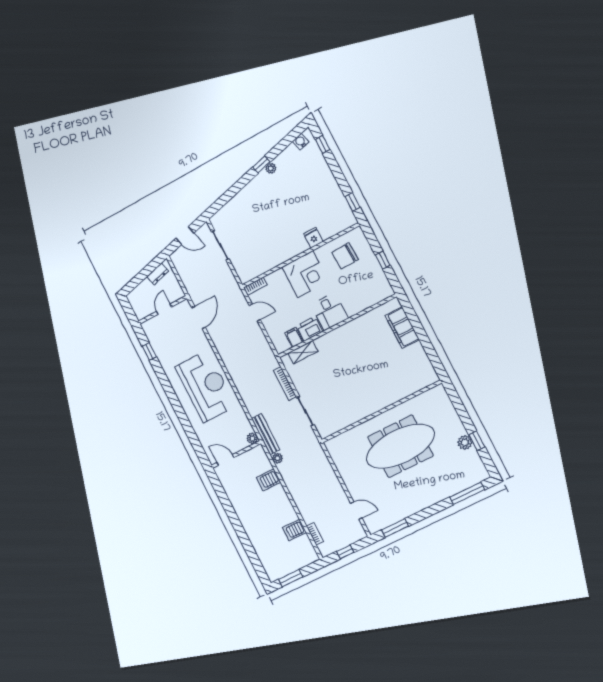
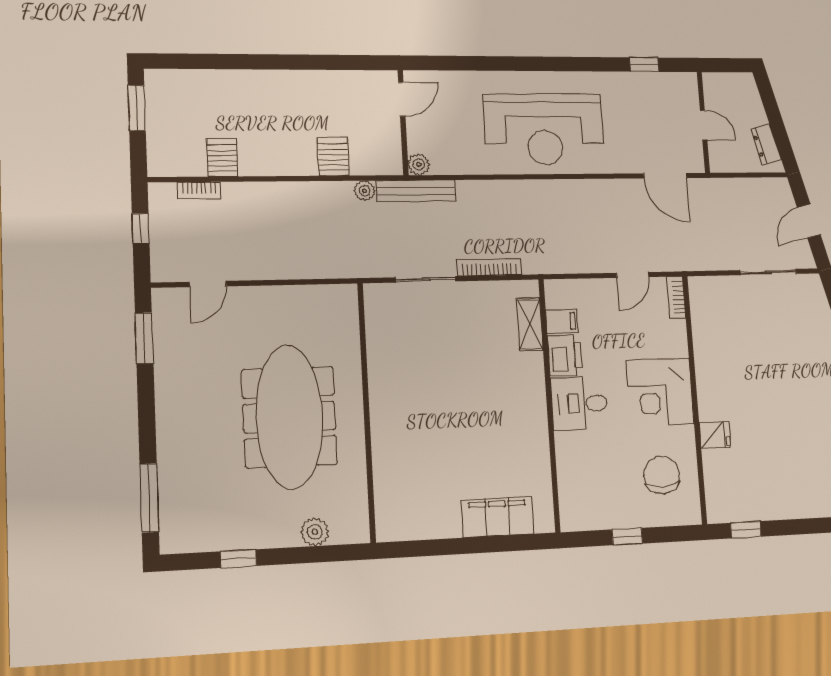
plant: (465, 442) -> (315, 532), moved

